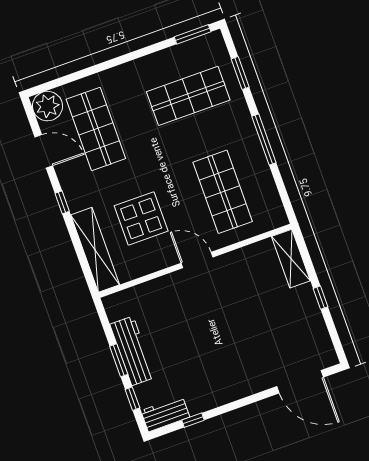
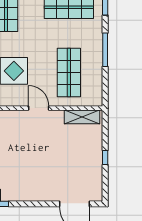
shelving: (291, 259) -> (82, 117), moved, turned 90

